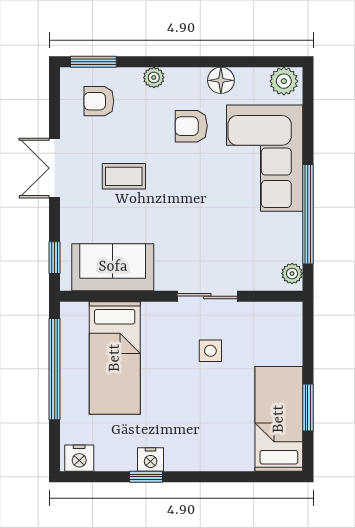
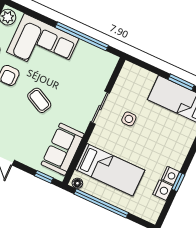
coffee table: (124, 176) -> (39, 100), moved, turned -63
plant: (292, 274) -> (109, 59), removed
floor lamp: (69, 316) -> (77, 183), added
nightstand: (79, 458) -> (163, 190), moved

